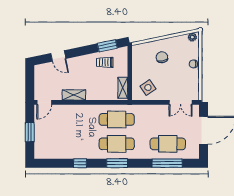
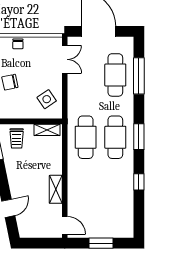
trolley: (105, 62) -> (17, 138), moved

